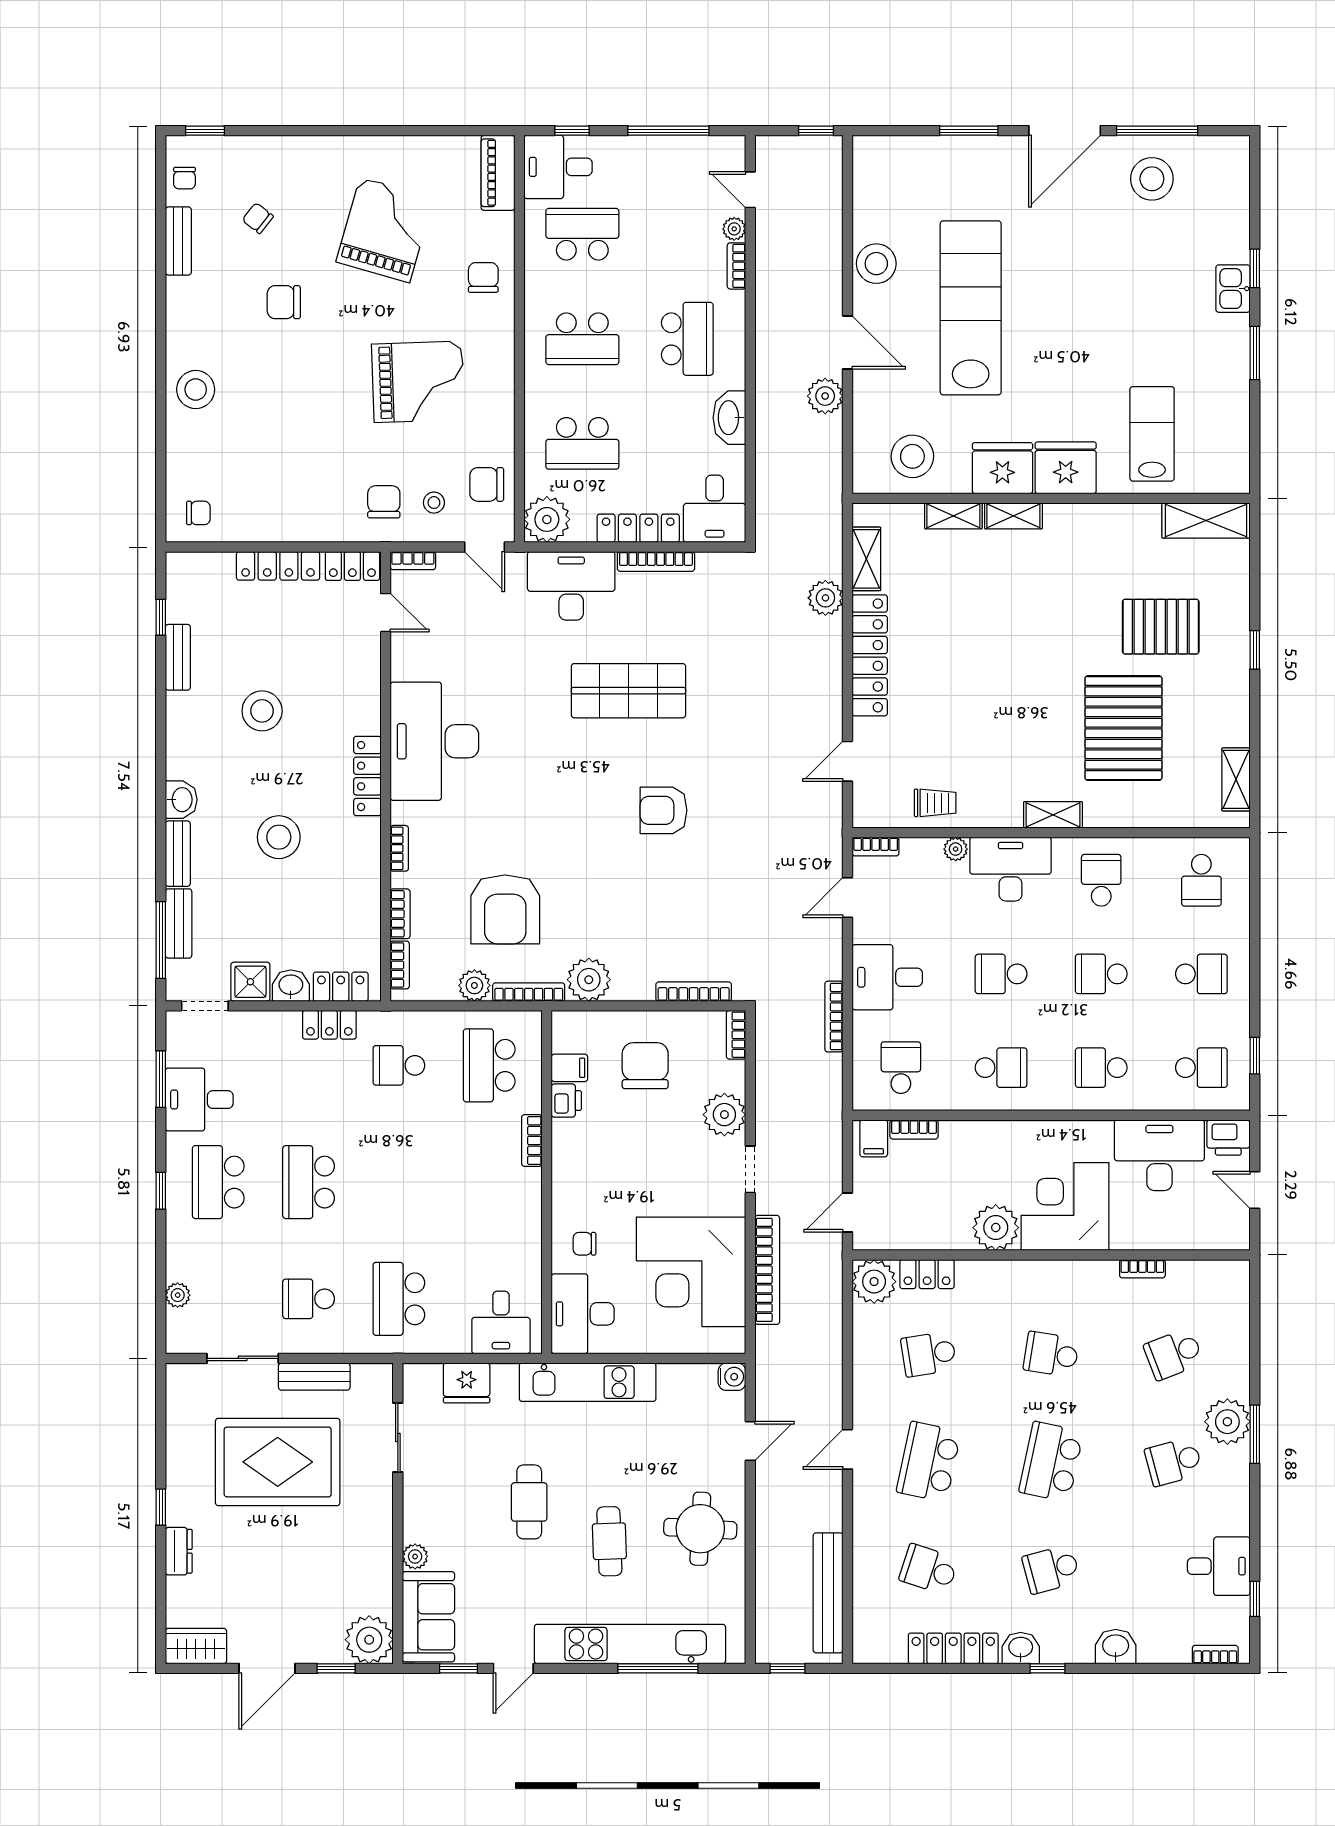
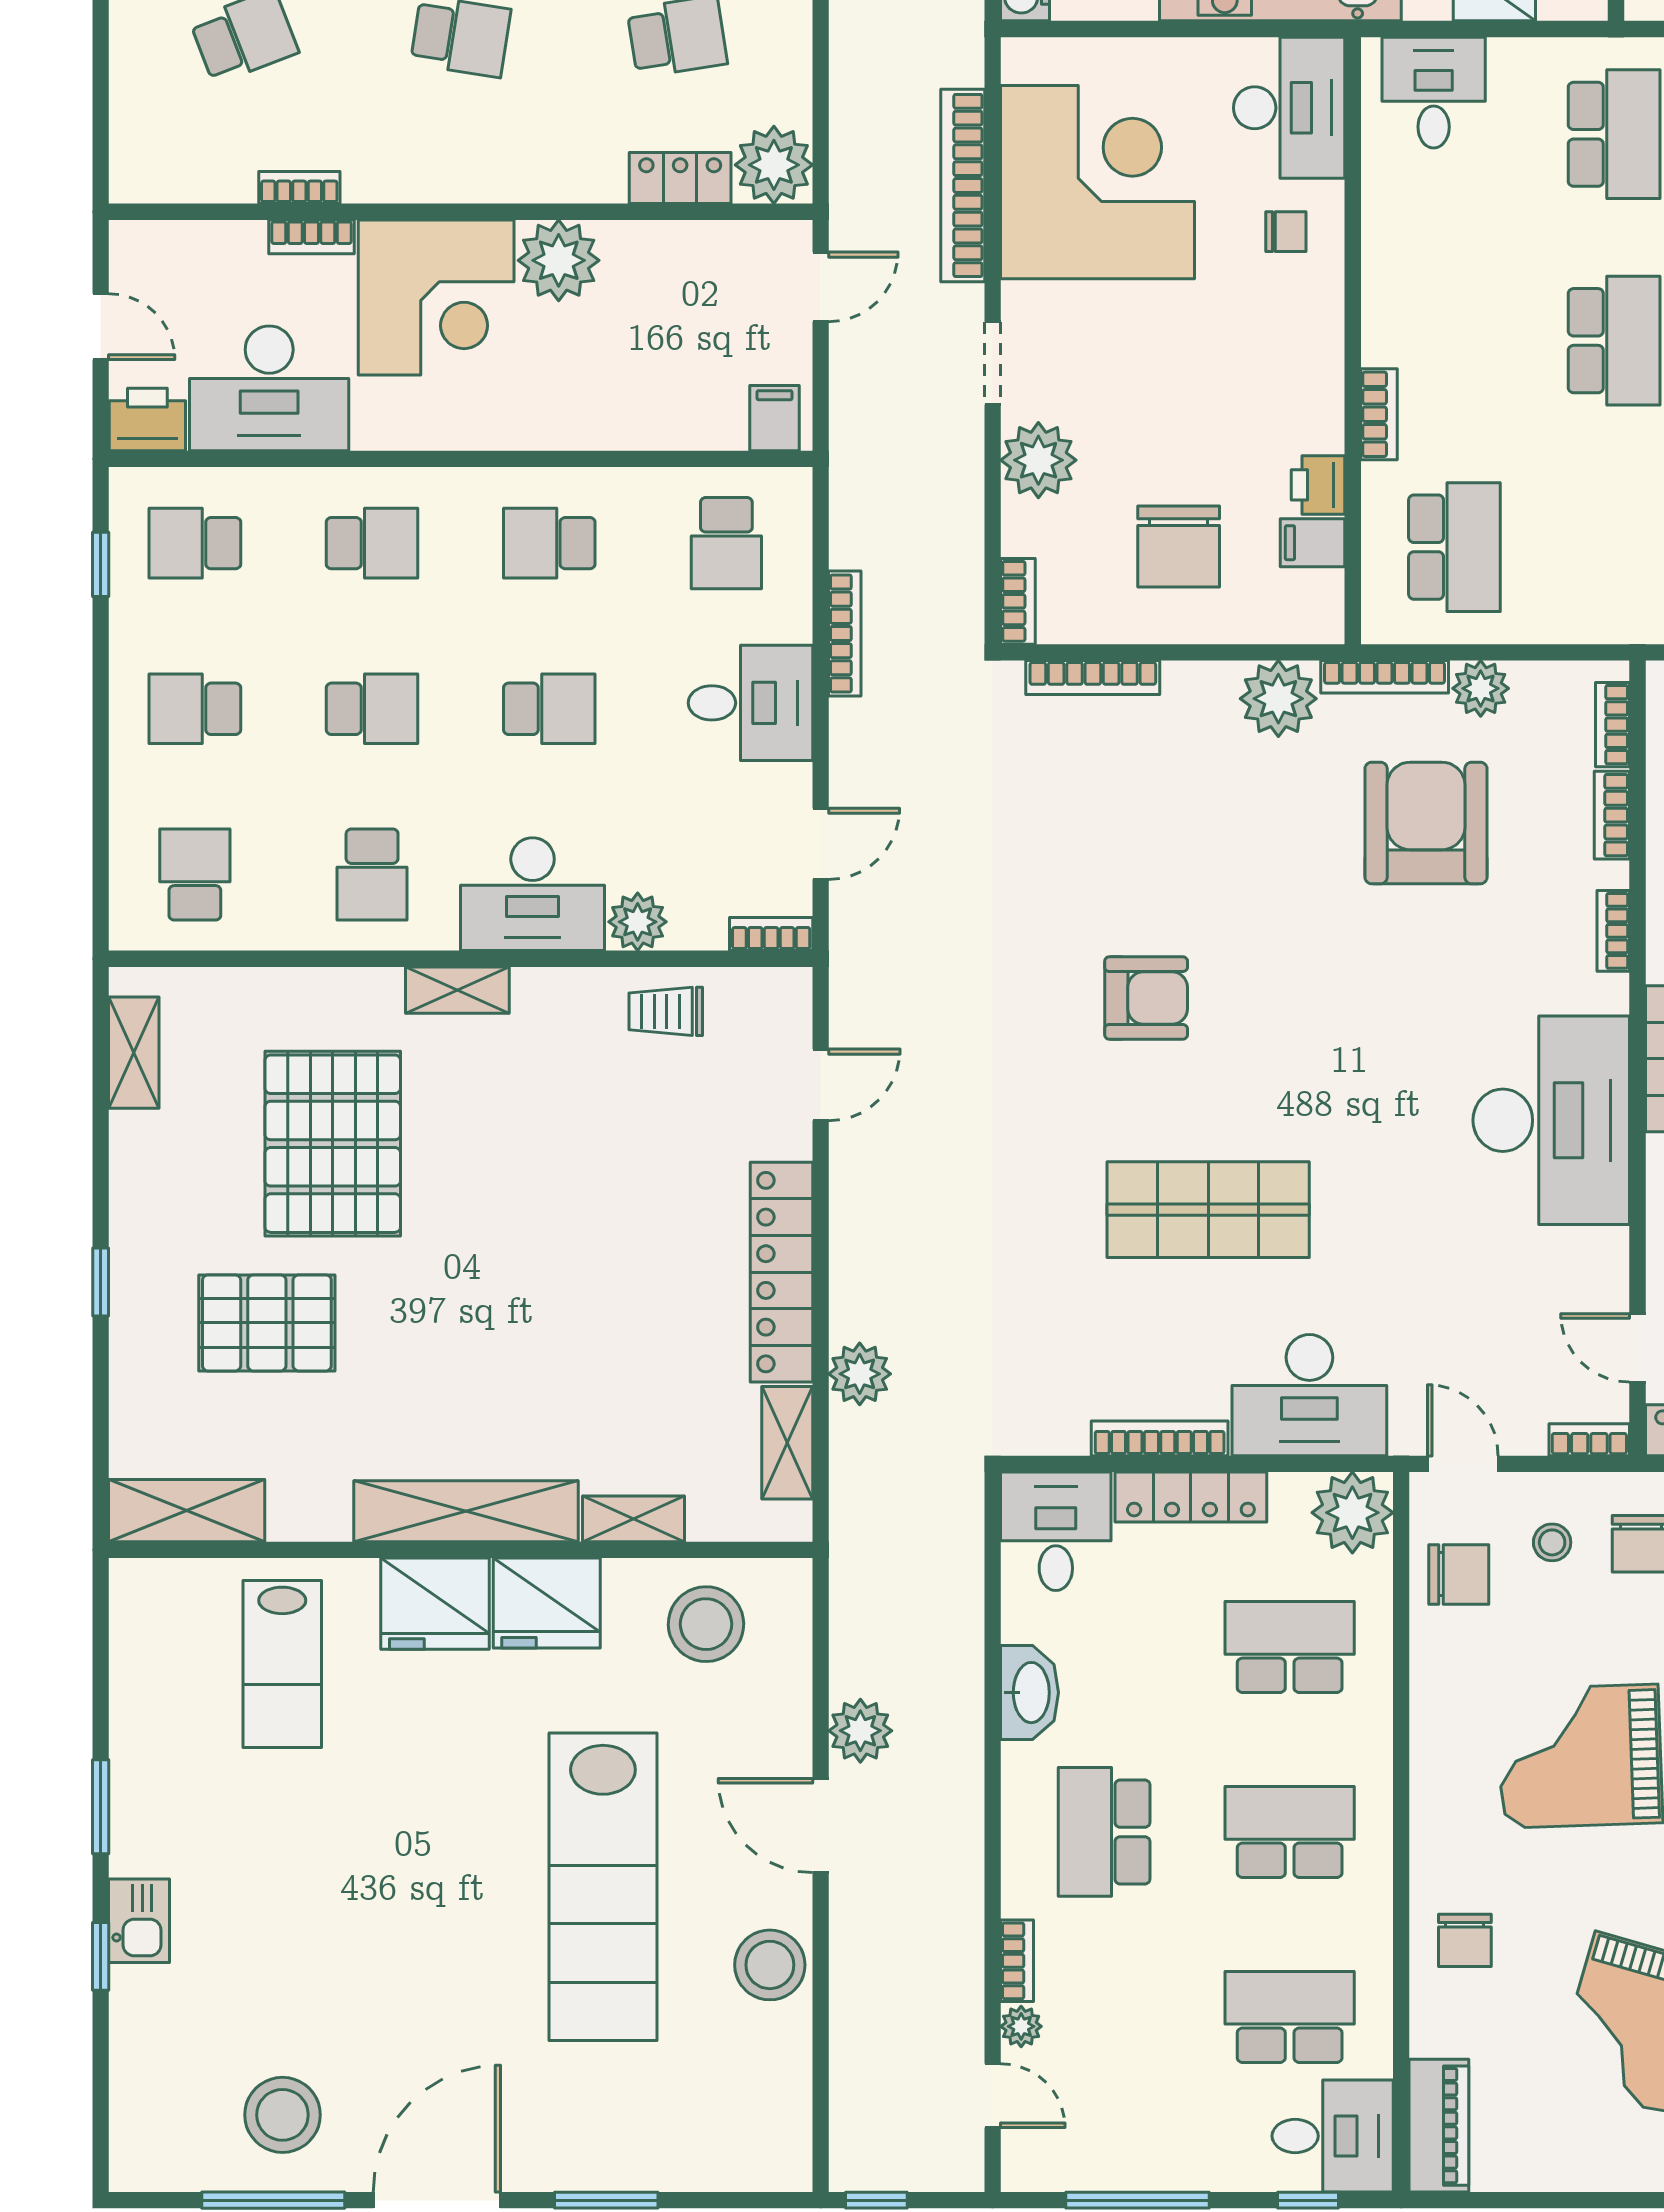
school desk: (582, 234) -> (1290, 2017), turned 180
shelving: (1013, 516) -> (466, 1511), width x2.20, depth x1.33
plant: (956, 849) -> (638, 922), width x1.38, depth x1.38
school desk: (399, 1065) -> (1614, 341), moved, width x1.85
bookcase: (914, 1129) -> (312, 237), moved, turned 180

